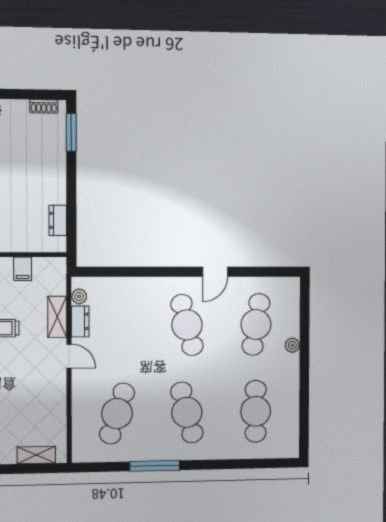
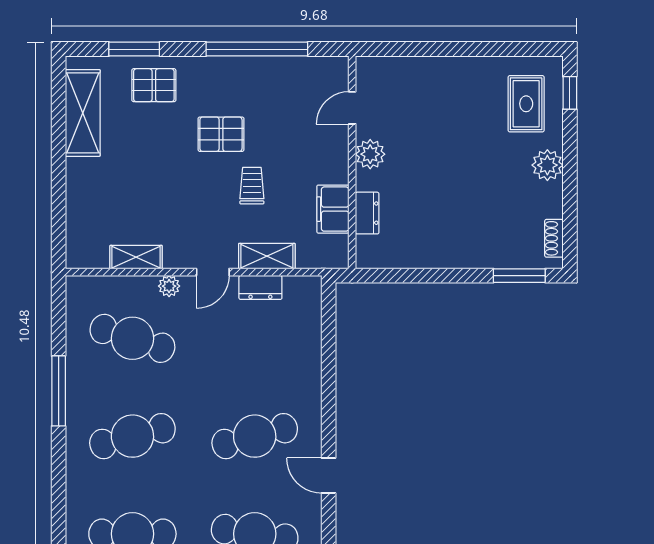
dresser: (58, 220) -> (367, 213), moved, turned 90
filing cabinet: (23, 269) -> (333, 209), width x2.00
plant: (79, 296) -> (169, 286), moved
shelving: (36, 455) -> (136, 257), moved, turned 90

